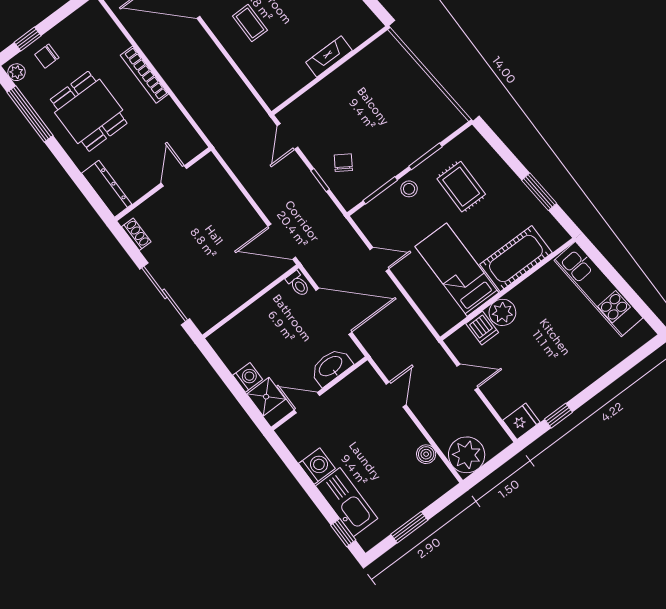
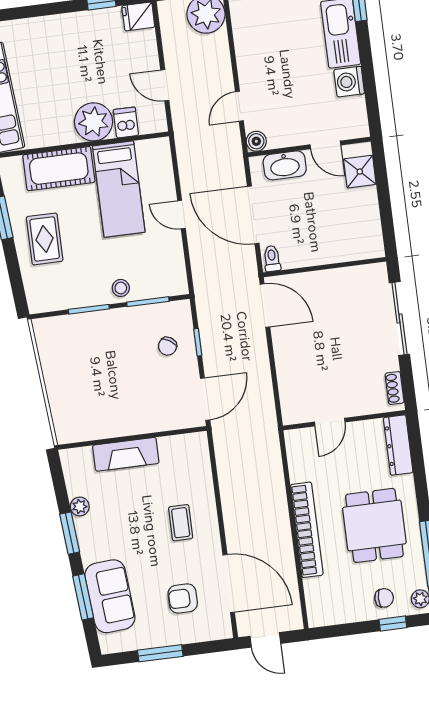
fireplace: (329, 56) -> (126, 454), width x1.37, depth x1.32
bookcase: (144, 75) -> (307, 530), width x1.48, depth x1.31
door: (288, 137) -> (205, 399), width x1.38
rug: (461, 187) -> (45, 239), moved
door: (379, 259) -> (181, 215), moved
plant: (502, 312) -> (94, 122), width x1.36, depth x1.36
washing machine: (248, 377) -> (367, 199), removed
boiler: (426, 454) -> (256, 141), moved

